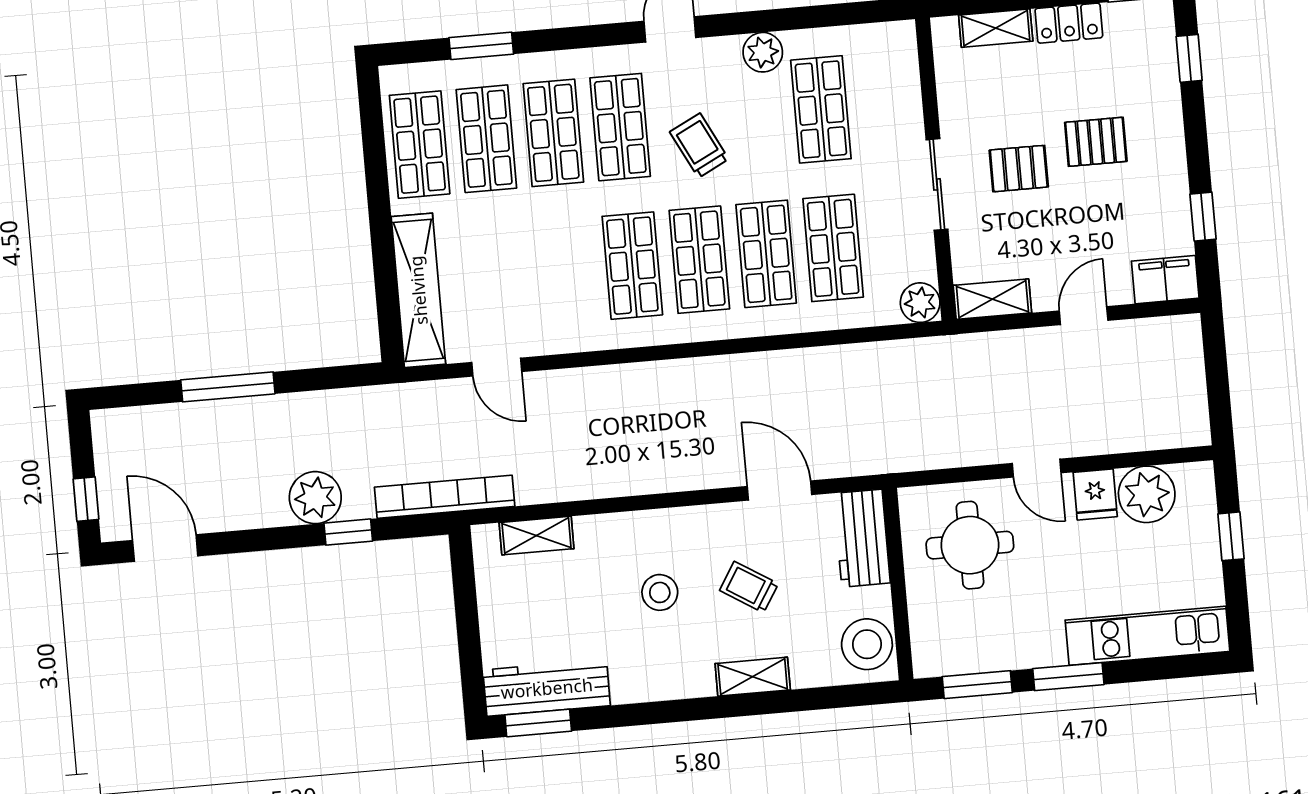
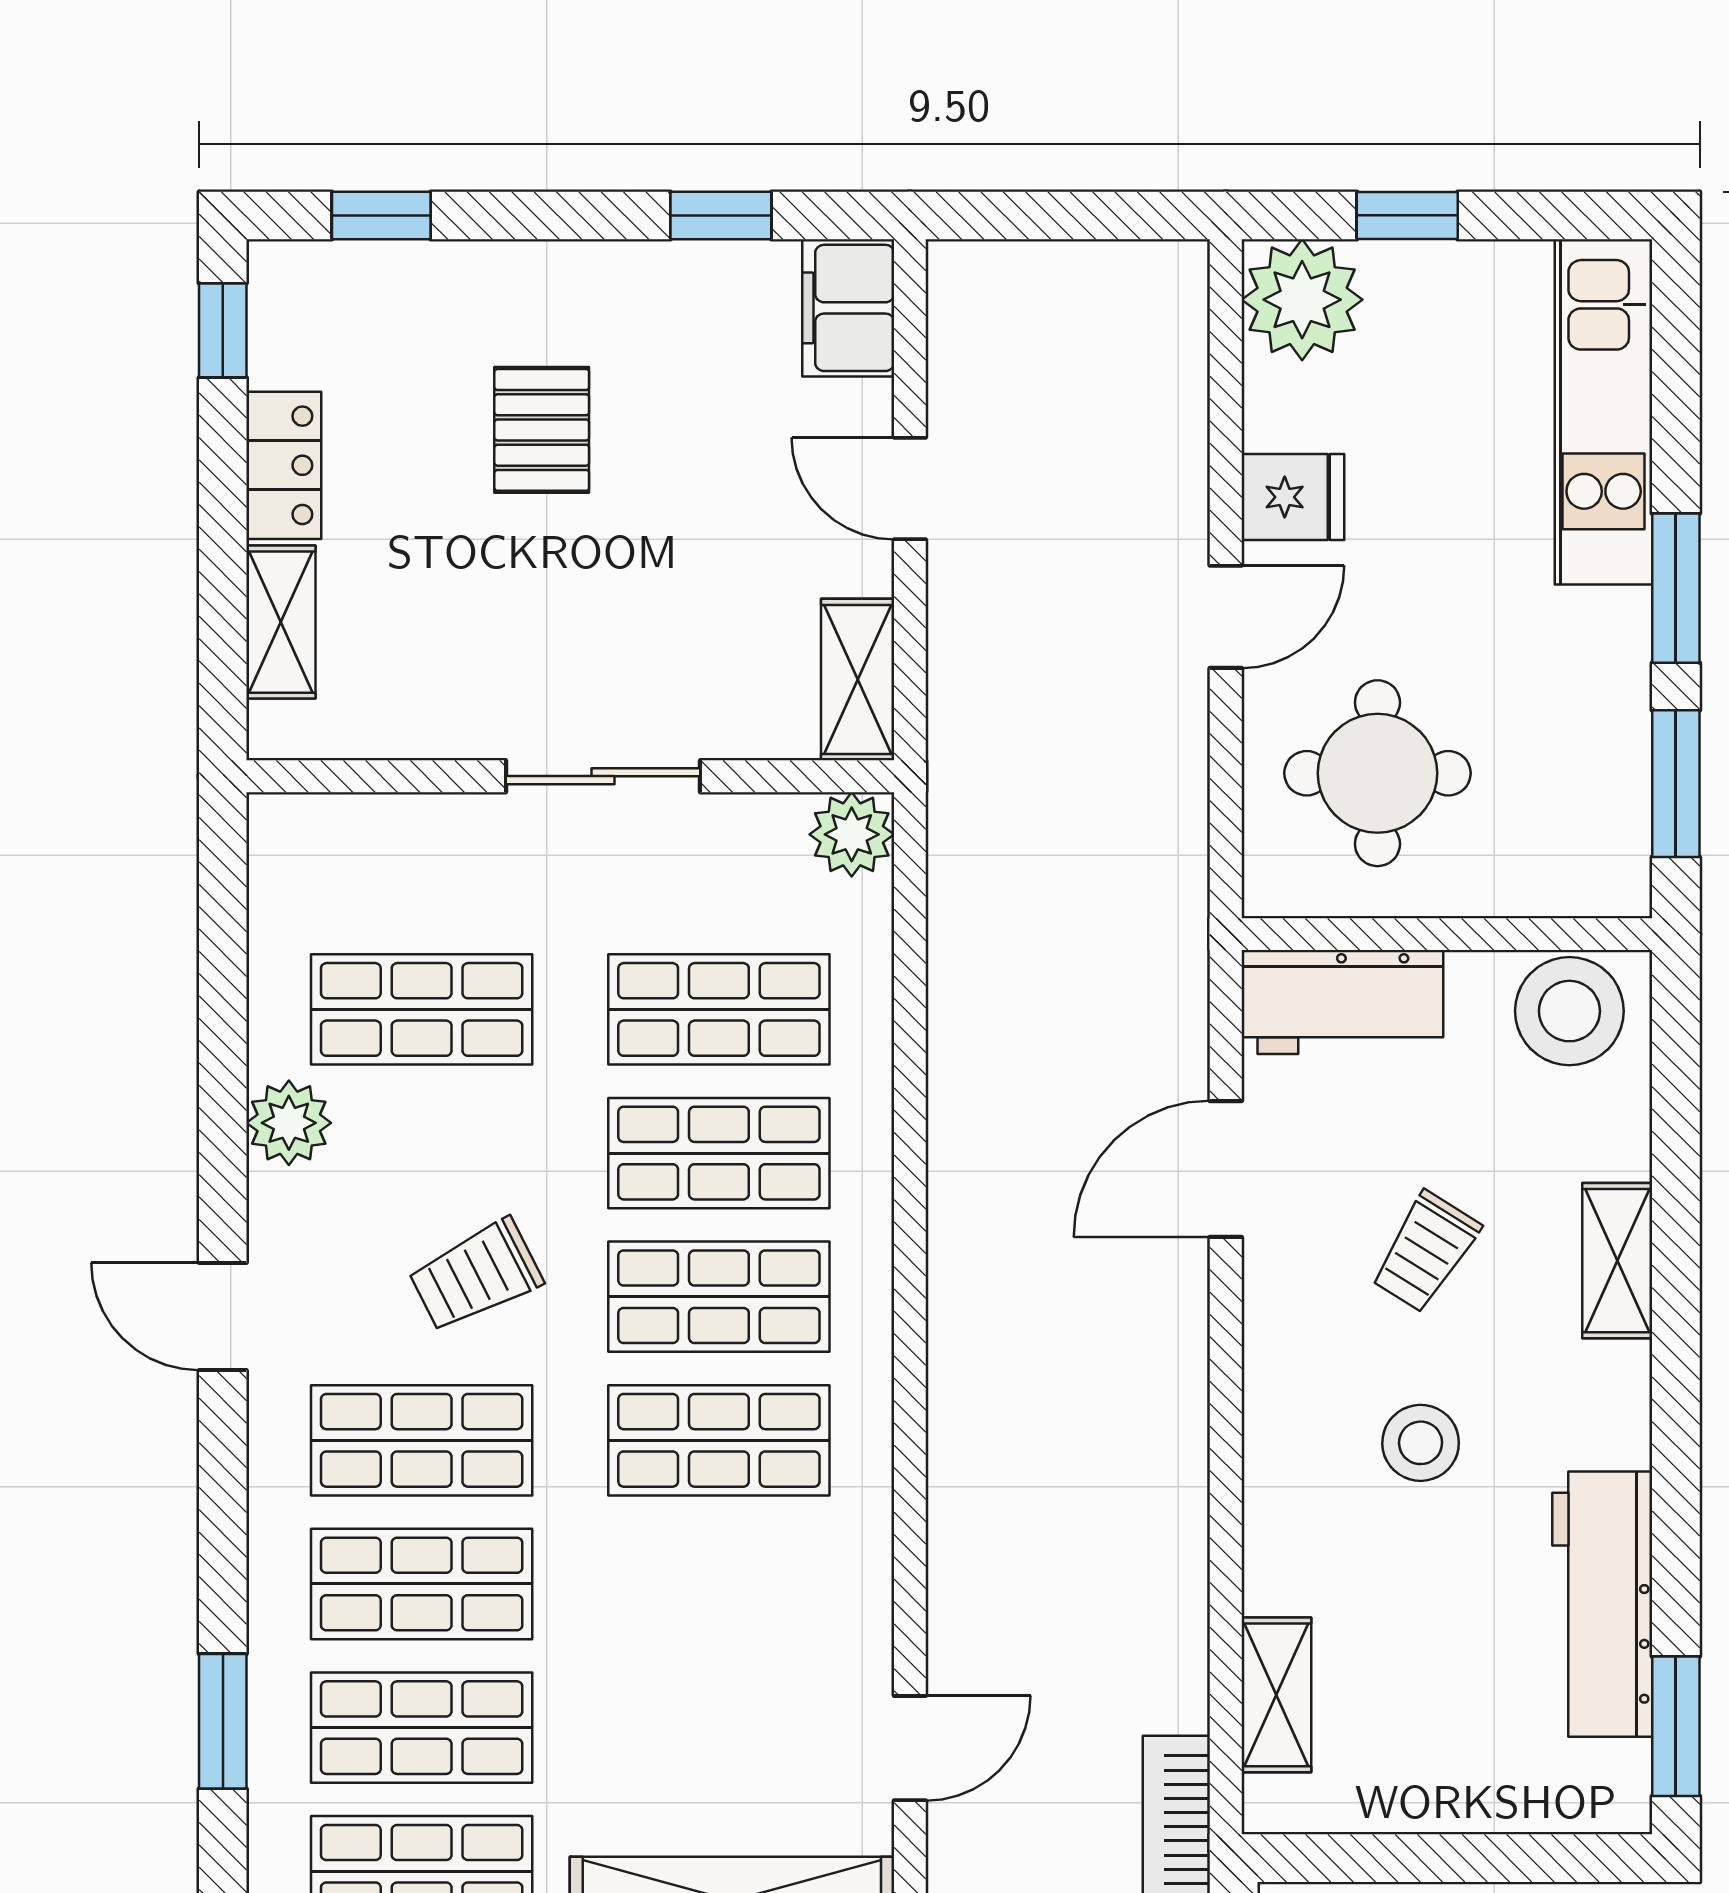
pallet: (1019, 169) -> (584, 599), removed
plant: (1147, 494) -> (1302, 300), moved
workbench: (547, 688) -> (1602, 1604), moved

